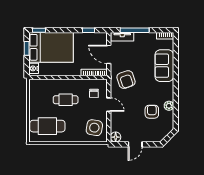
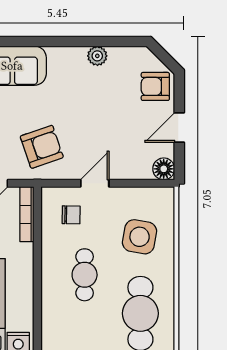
armchair: (152, 112) -> (155, 86), moved
side table: (94, 128) -> (140, 237), moved
door: (135, 144) -> (179, 127), swing flipped

